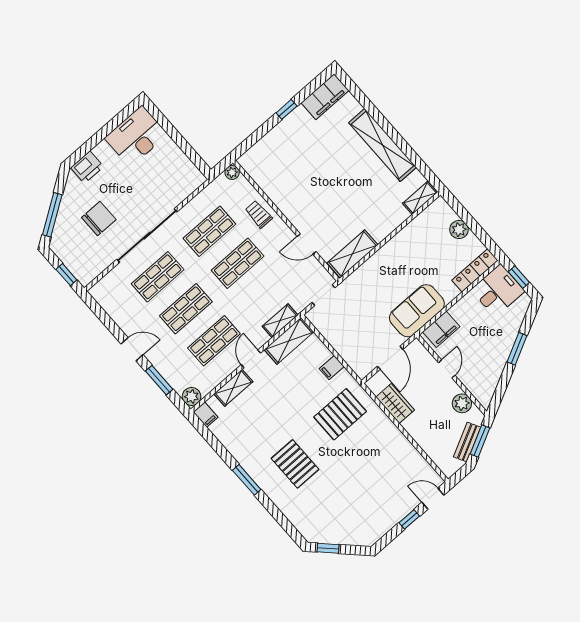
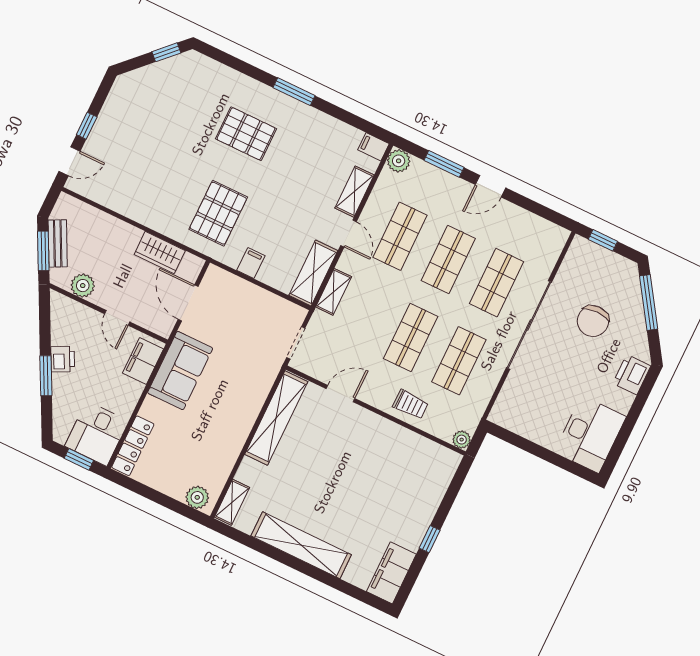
plant: (459, 230) -> (197, 497), moved
shelving: (352, 254) -> (276, 418), width x1.47
printer: (500, 356) -> (63, 359), added

